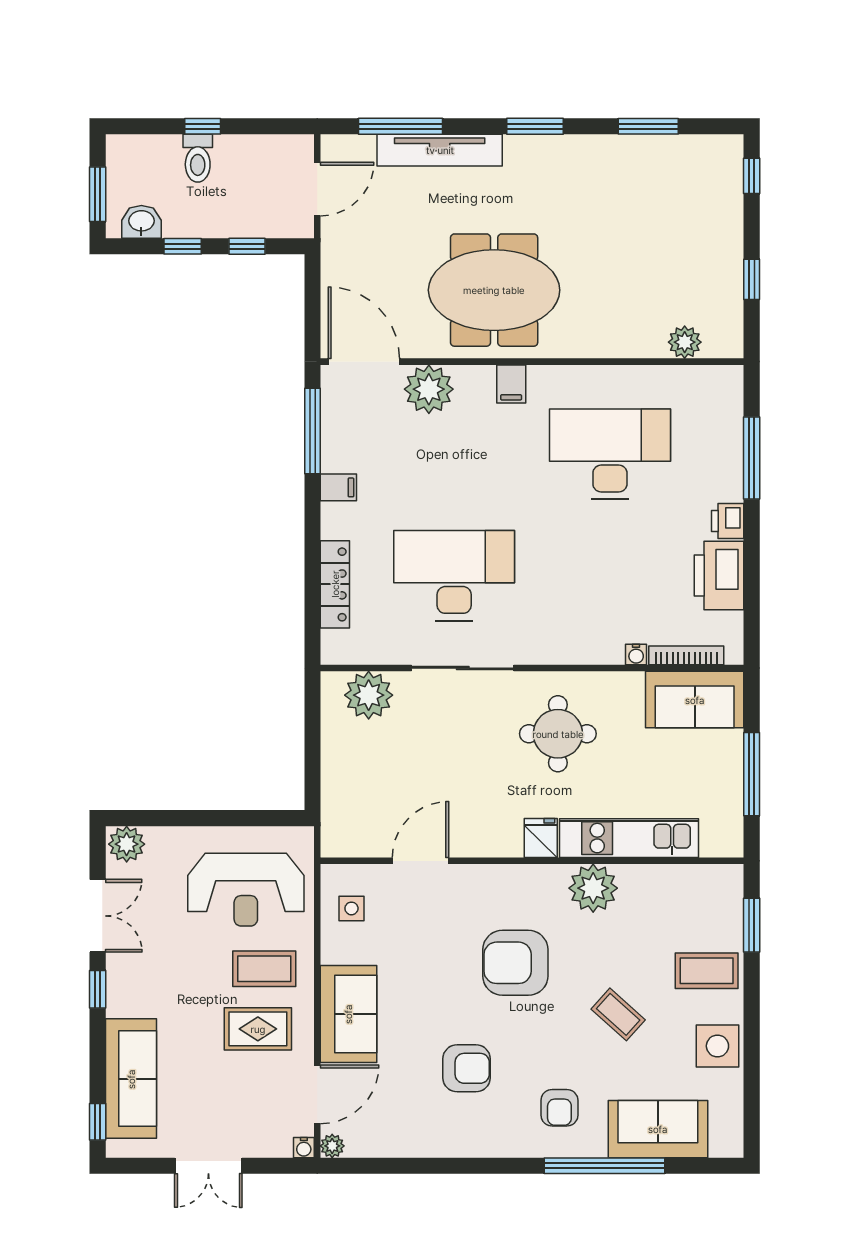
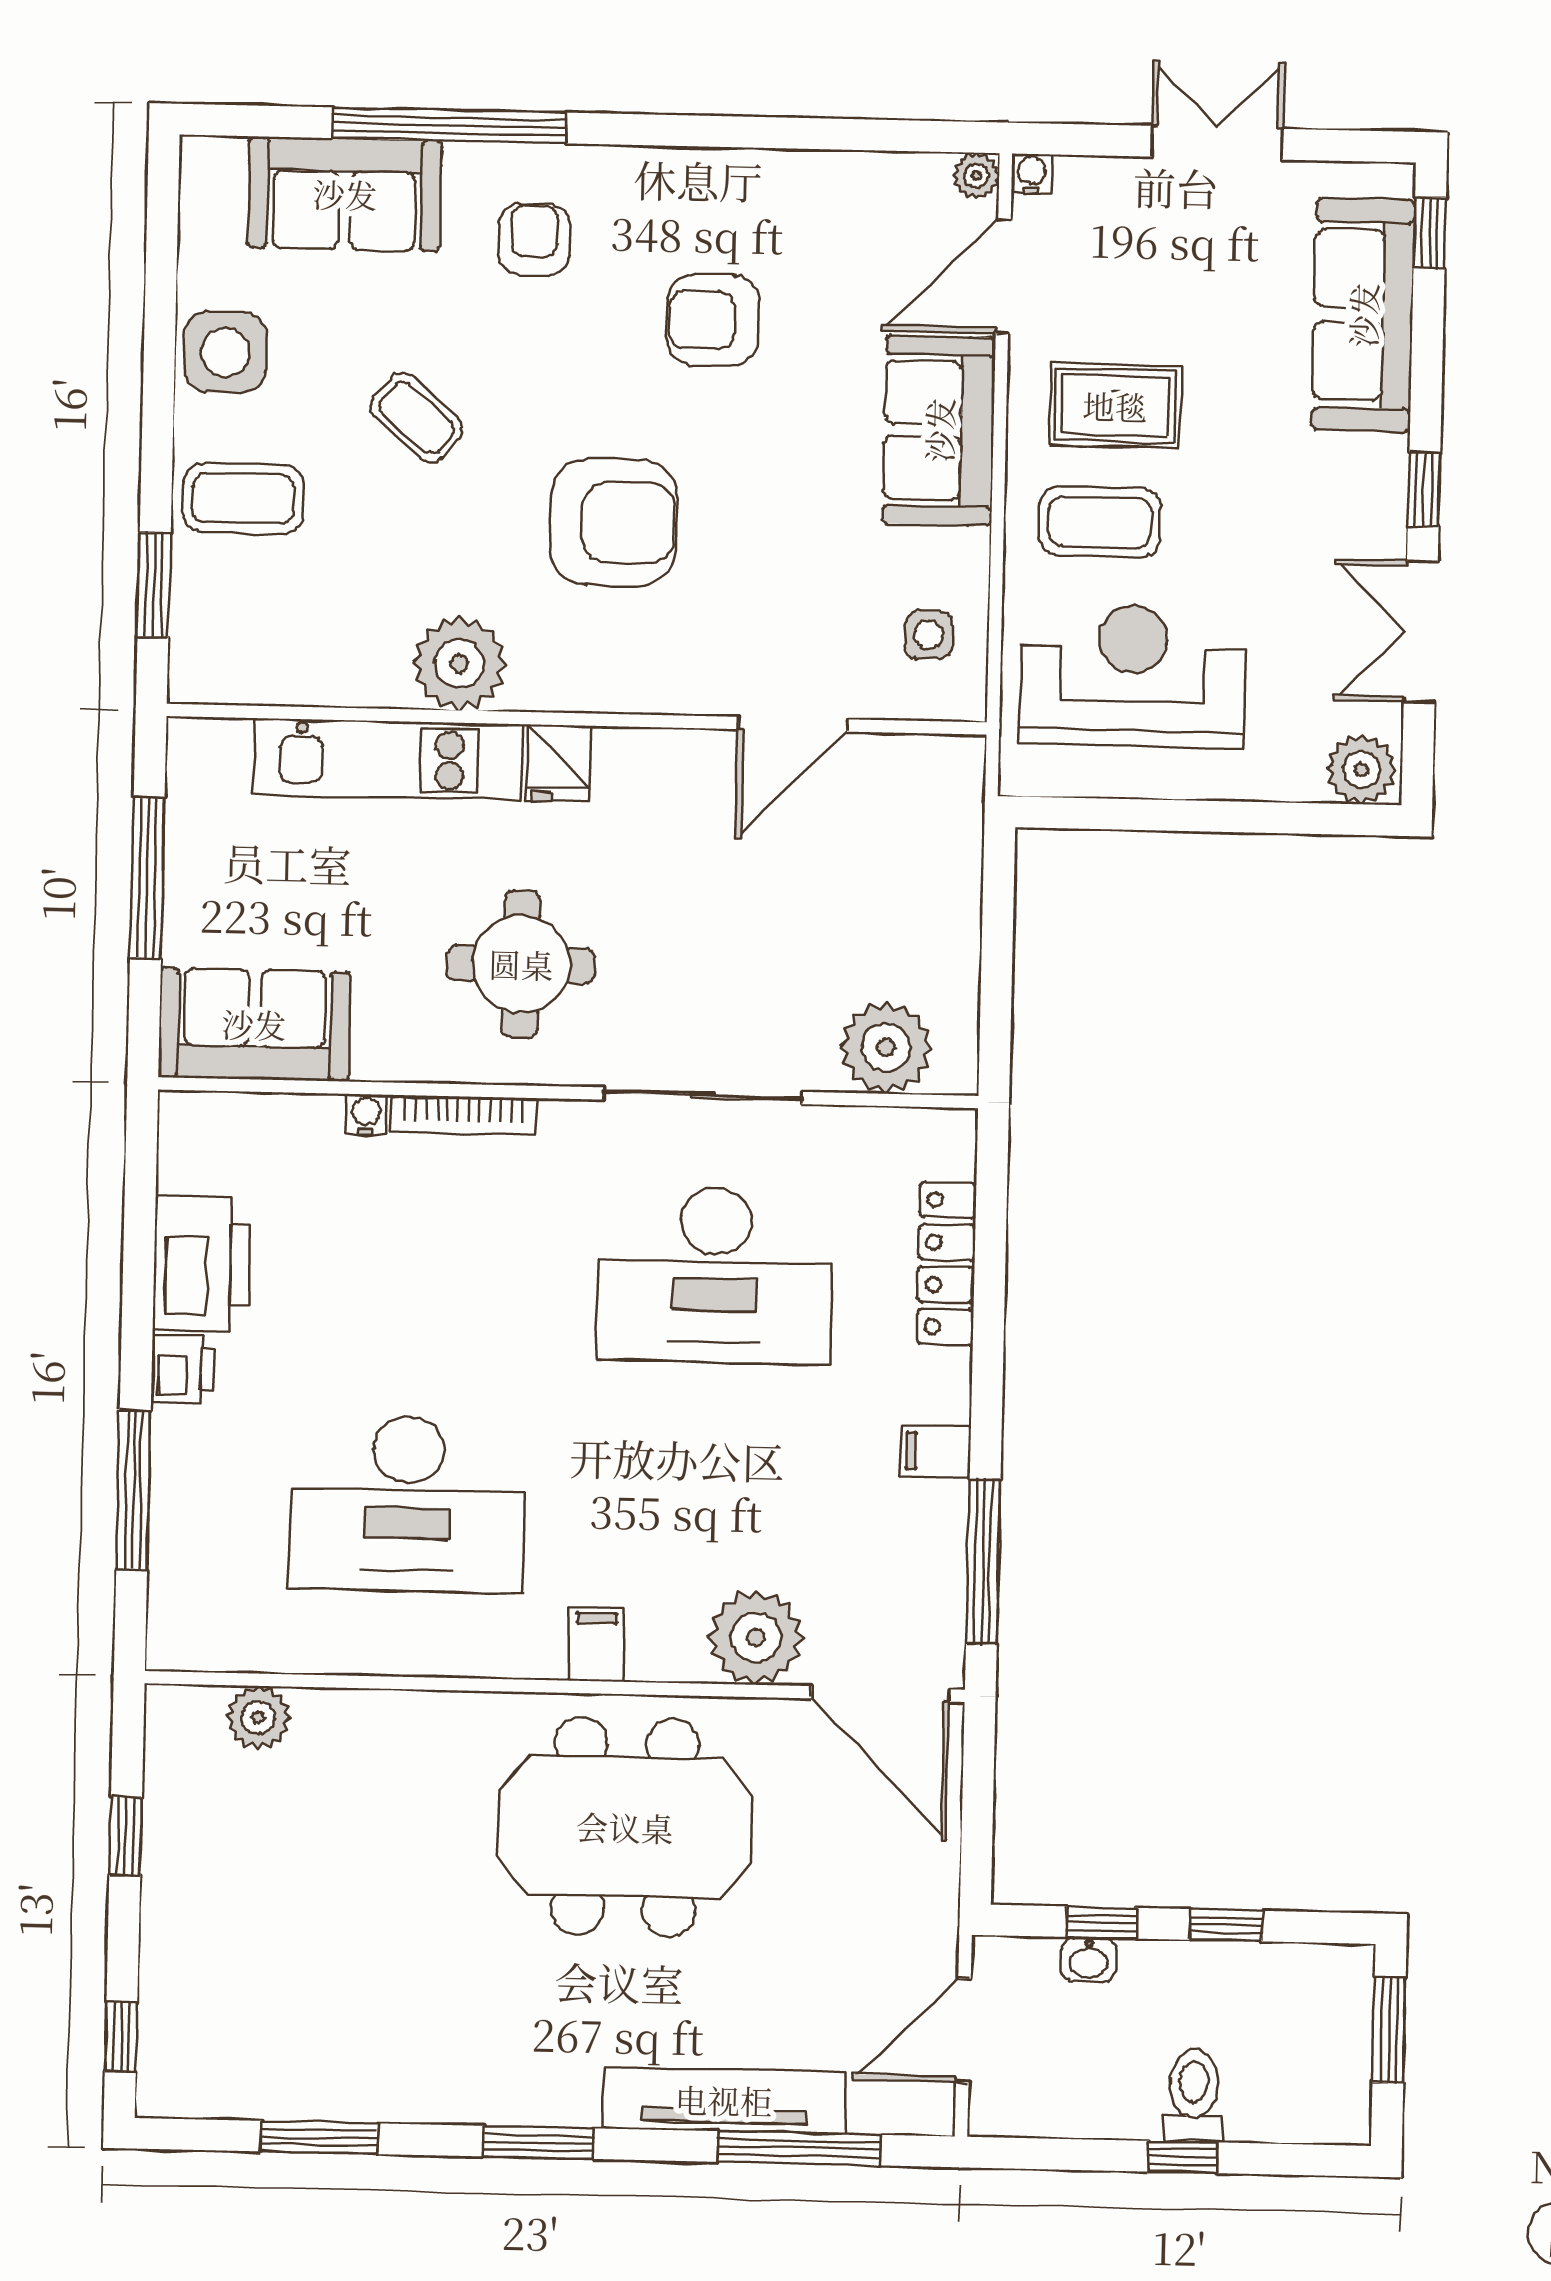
washbasin: (141, 222) -> (1089, 1960), moved, width x0.72, depth x0.69
bookcase: (686, 655) -> (463, 1115), moved

